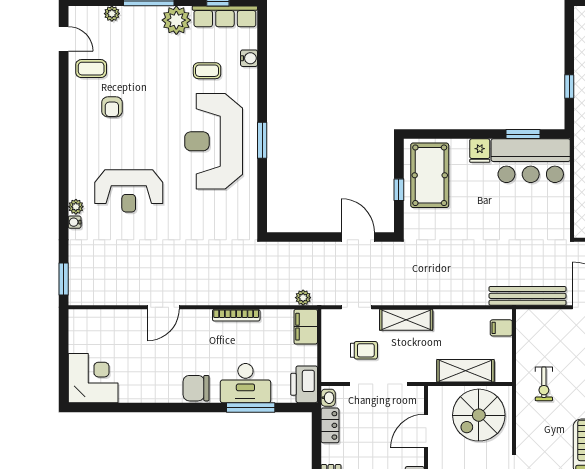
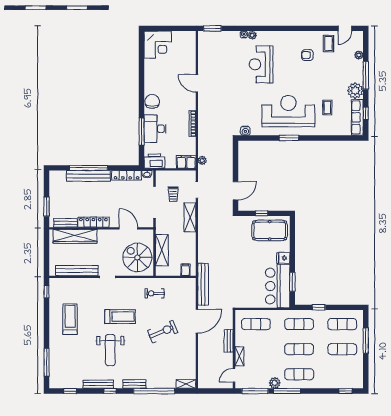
water cooler: (249, 58) -> (245, 131), moved
locker: (330, 425) -> (127, 175), width x1.53

